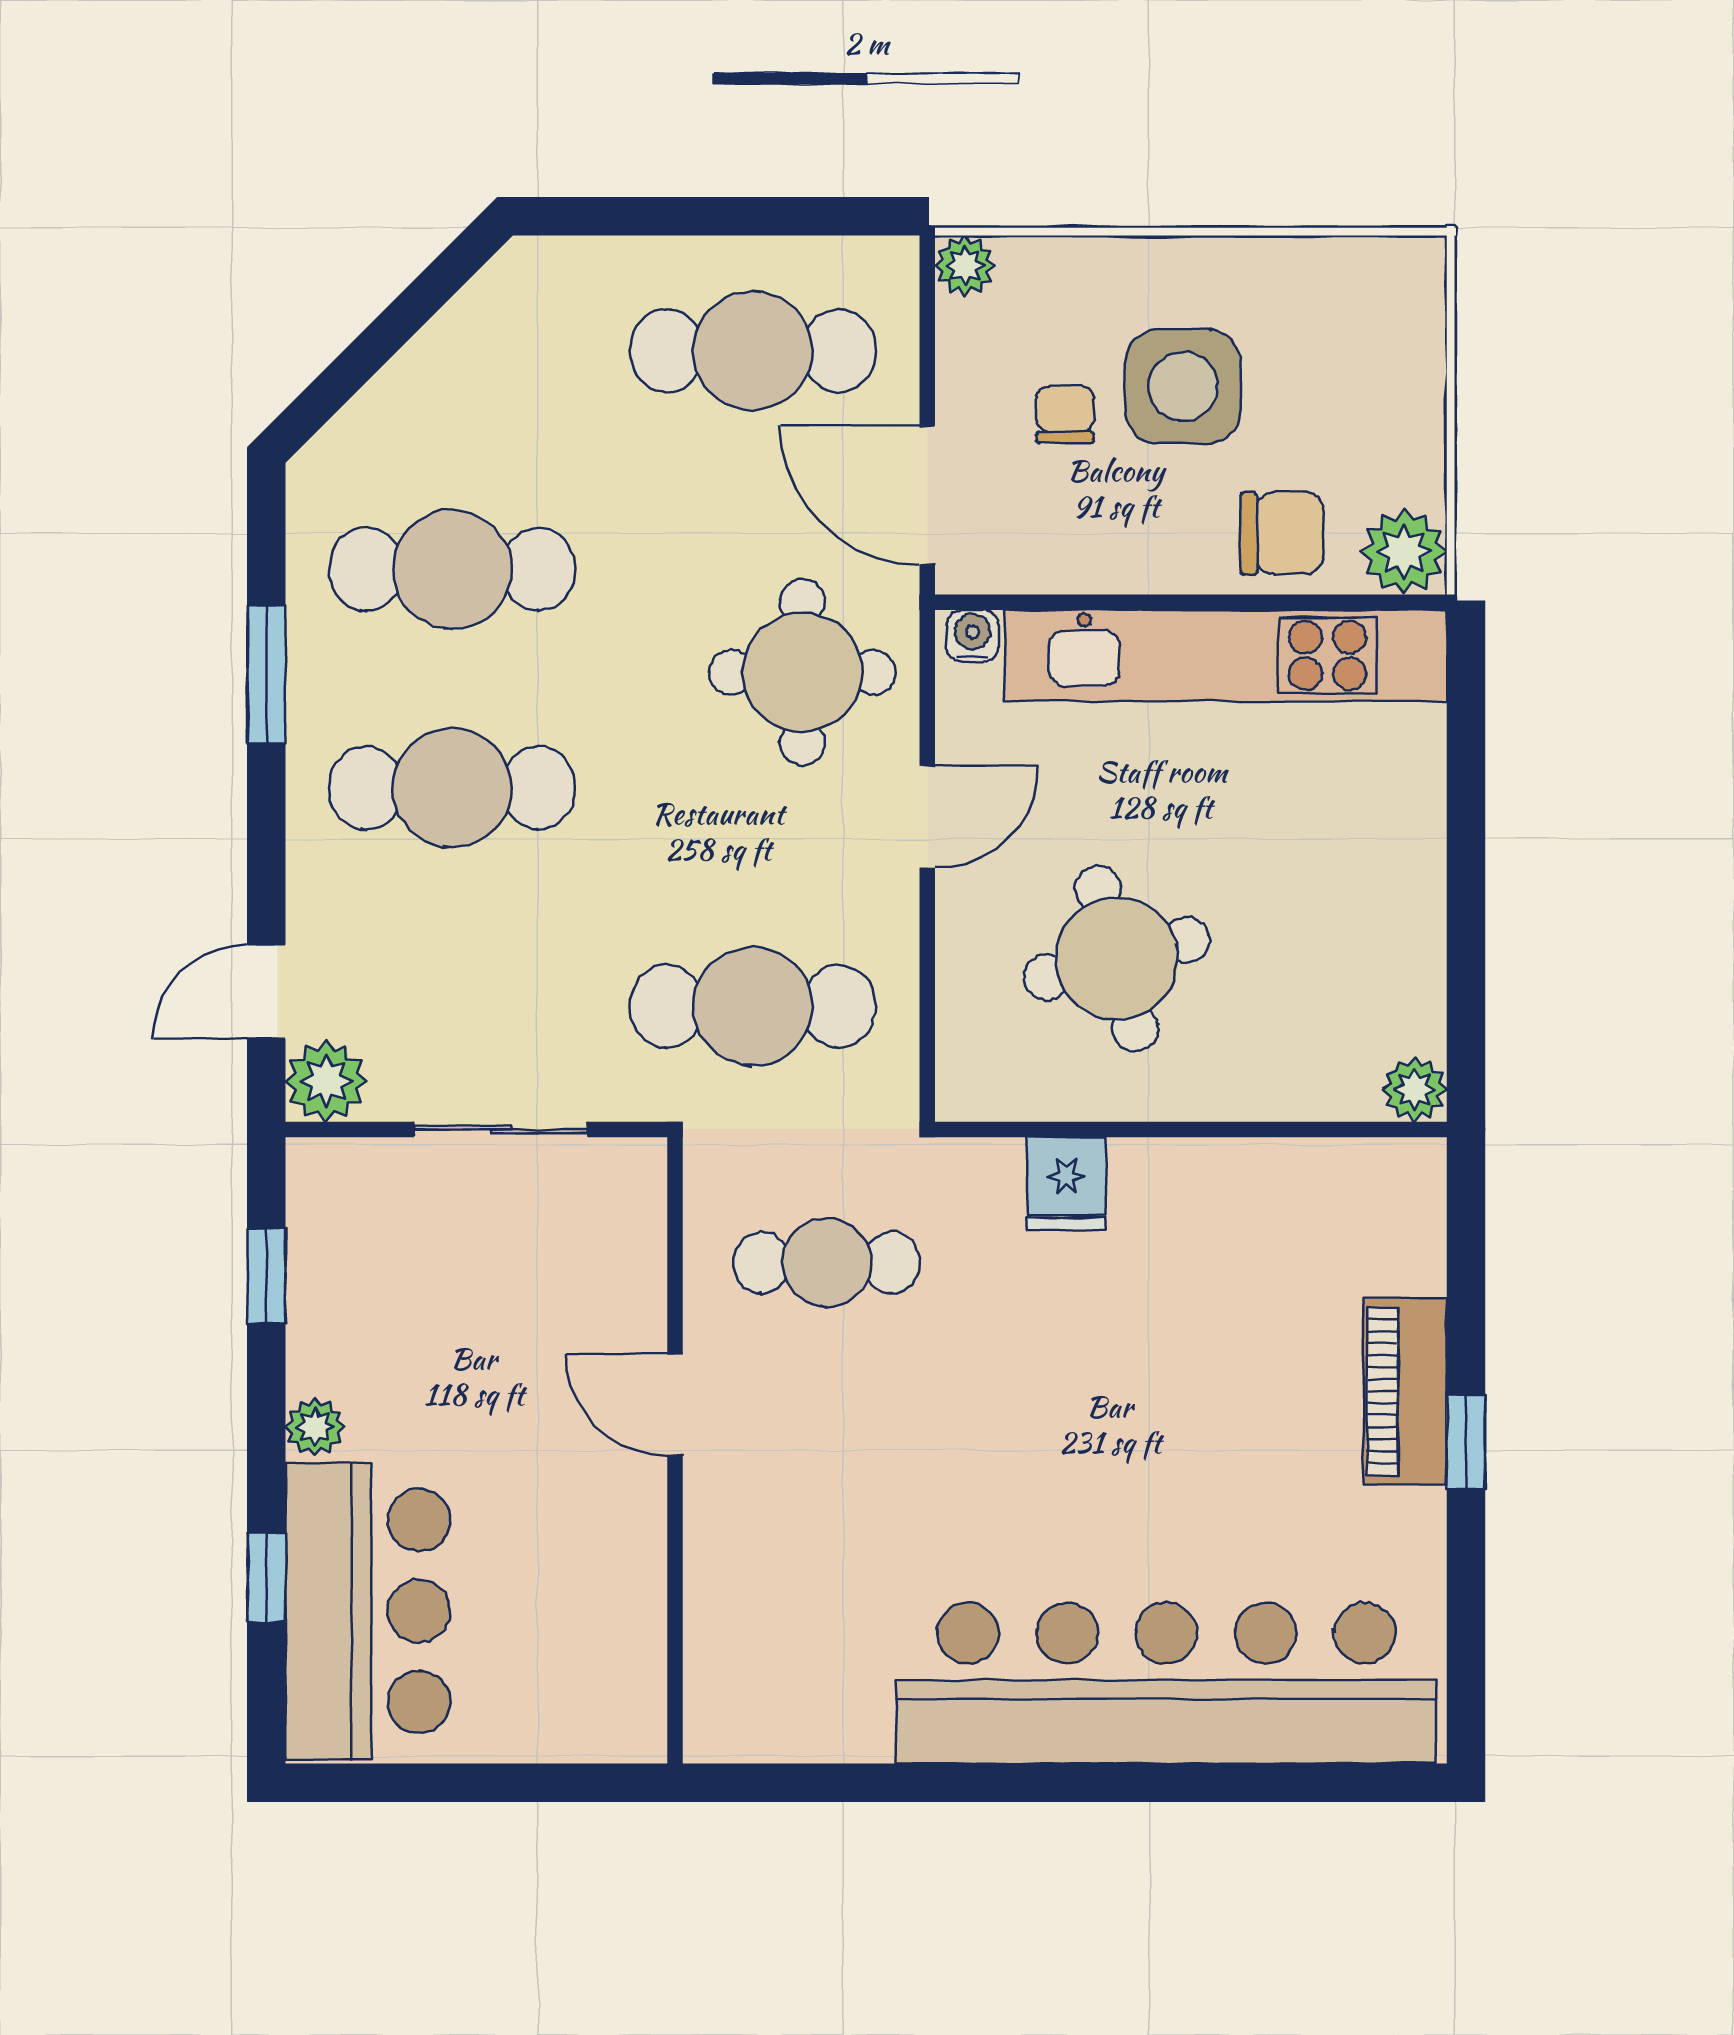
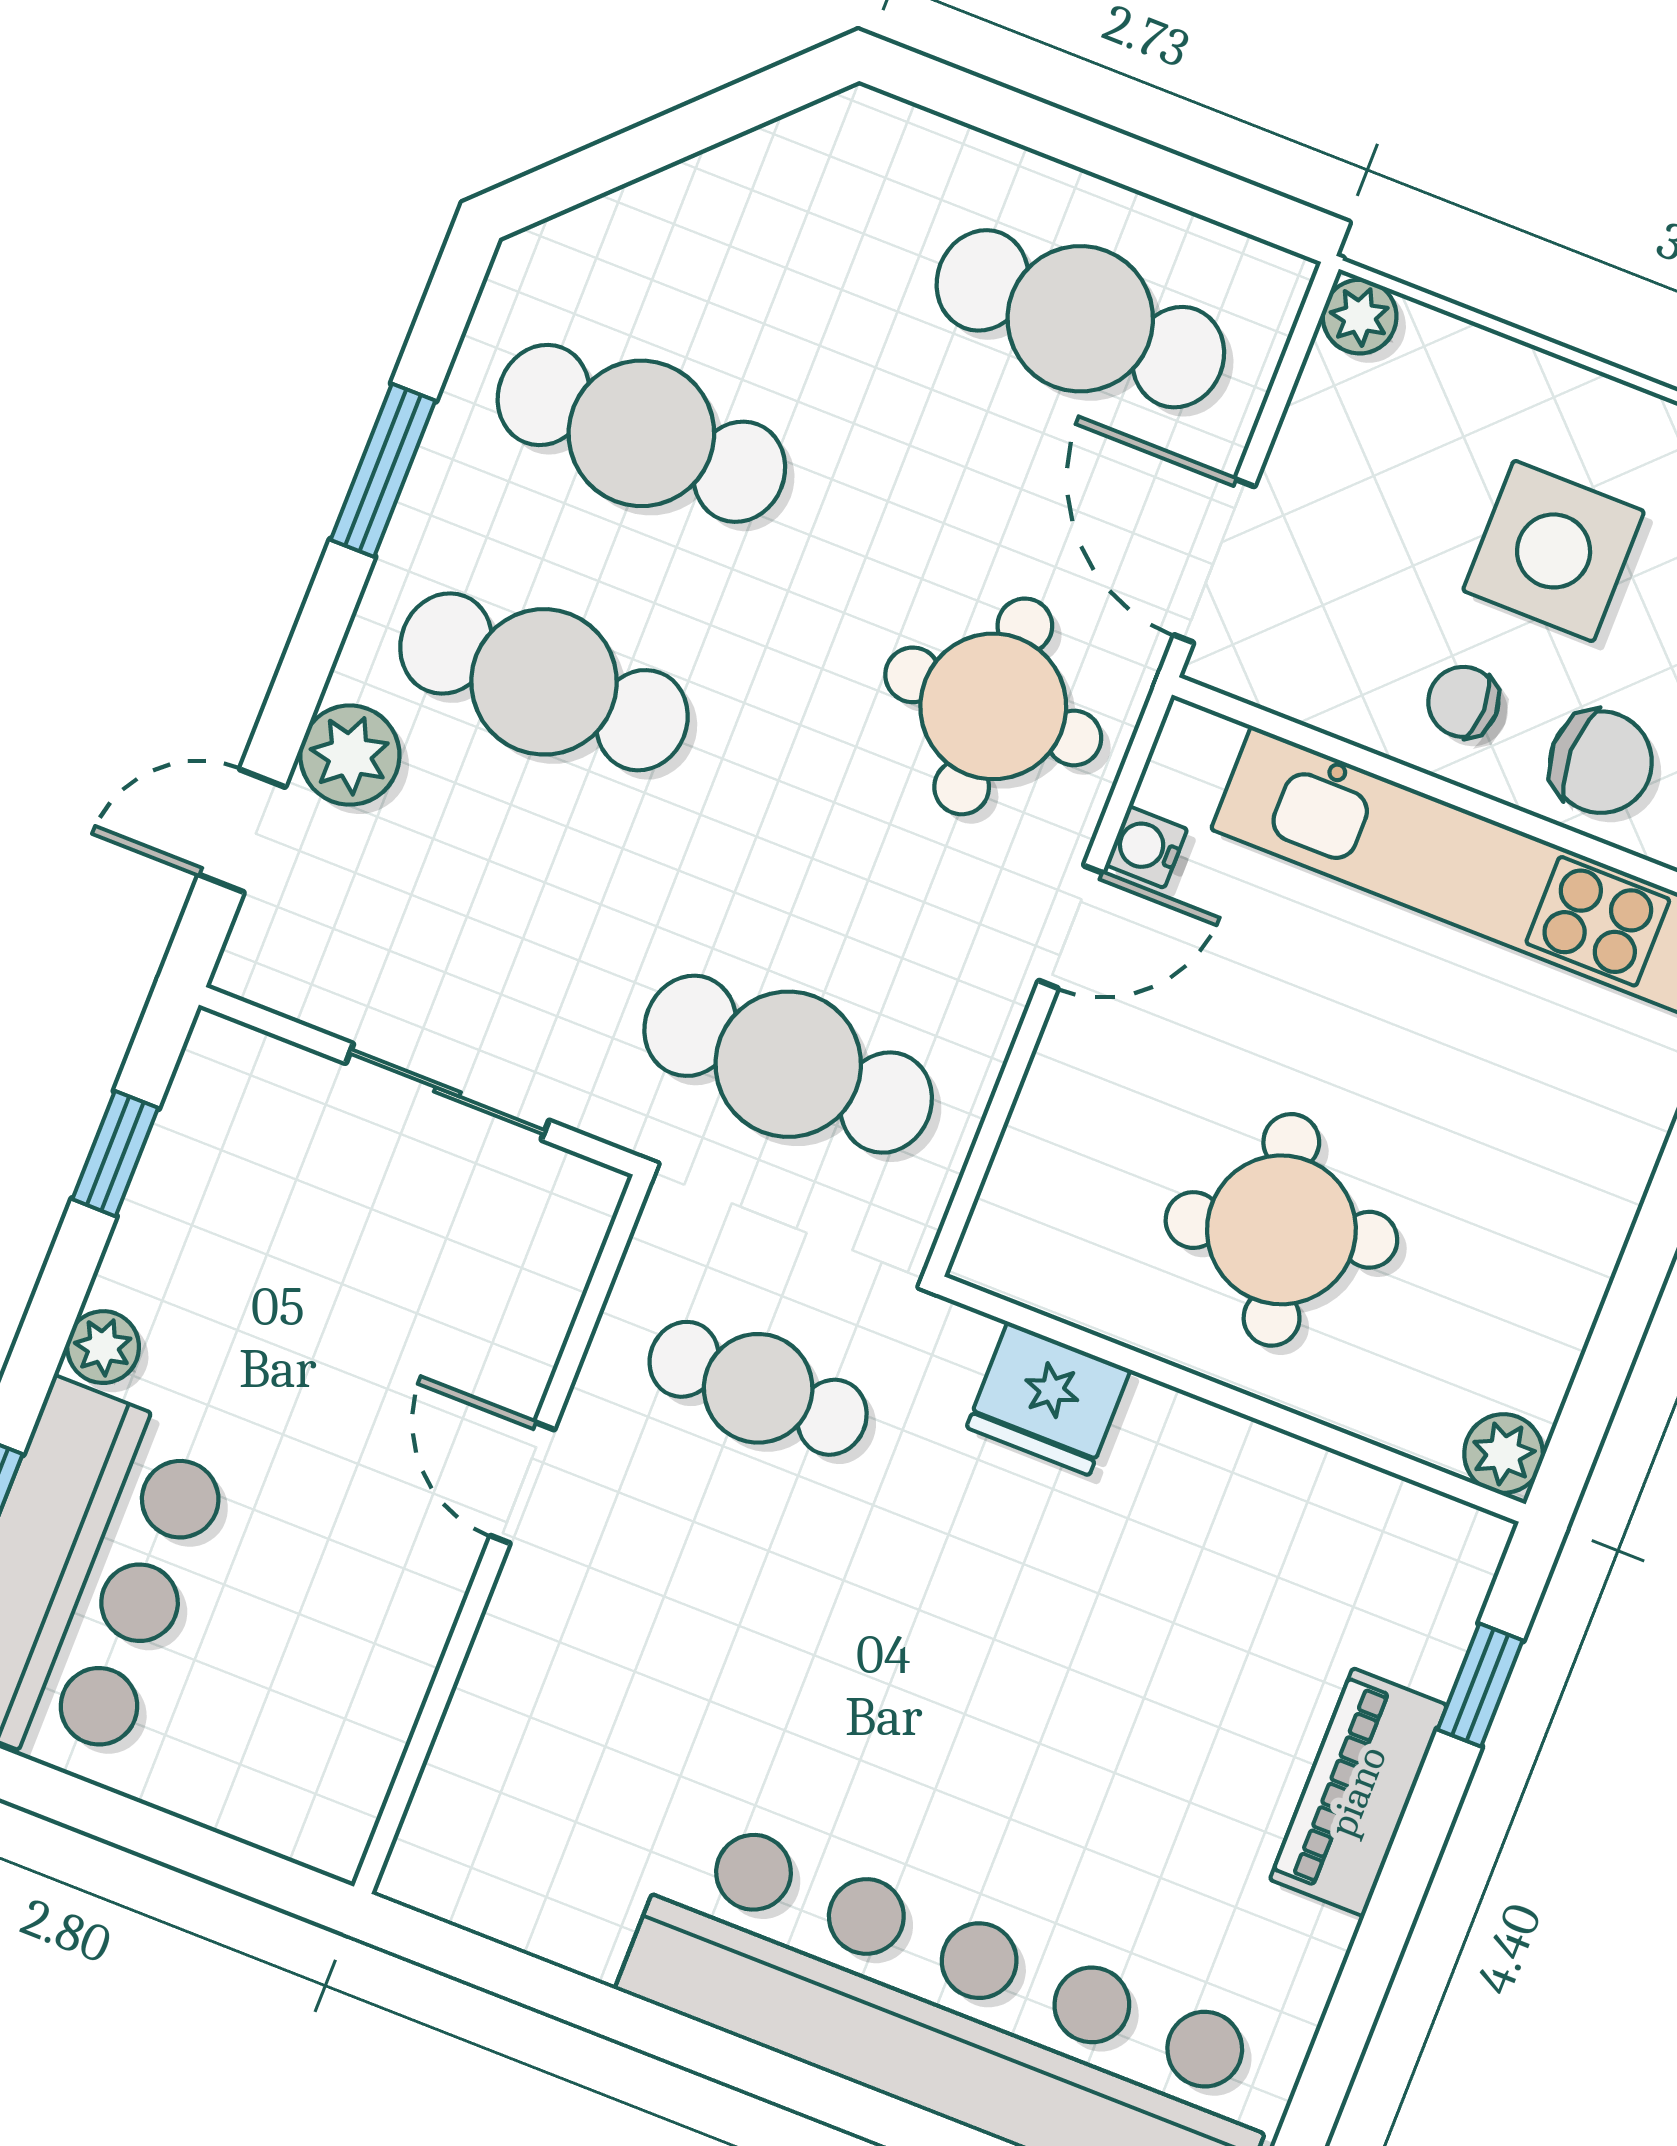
chair: (1065, 414) -> (1463, 702), moved, turned -90
water cooler: (972, 636) -> (1146, 847), moved, turned -90
round table: (1117, 959) -> (1281, 1230), moved
plant: (326, 1081) -> (350, 755), moved
fridge: (1066, 1184) -> (1048, 1399), width x1.38
window: (1466, 1442) -> (1480, 1685), moved

